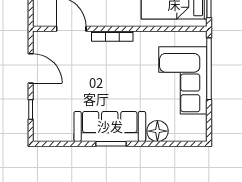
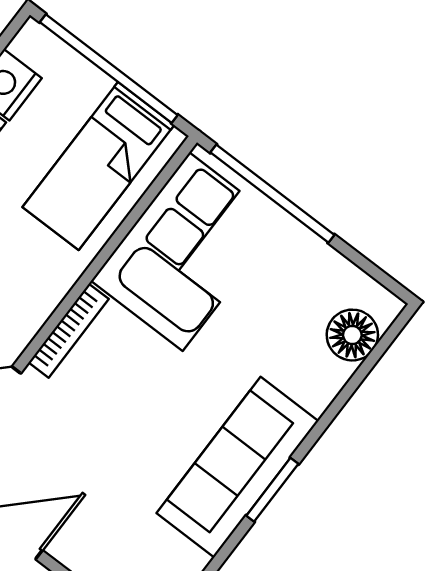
corner sofa: (183, 80) -> (186, 252), moved, turned -90
floor lamp: (157, 131) -> (352, 335), moved

